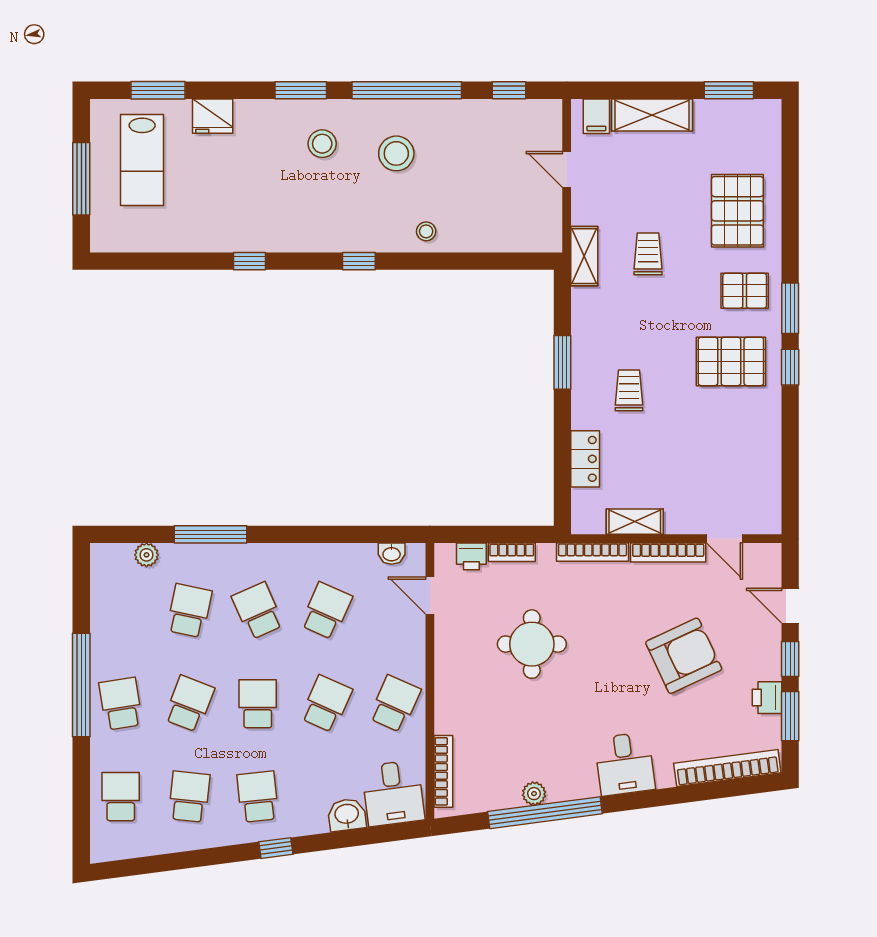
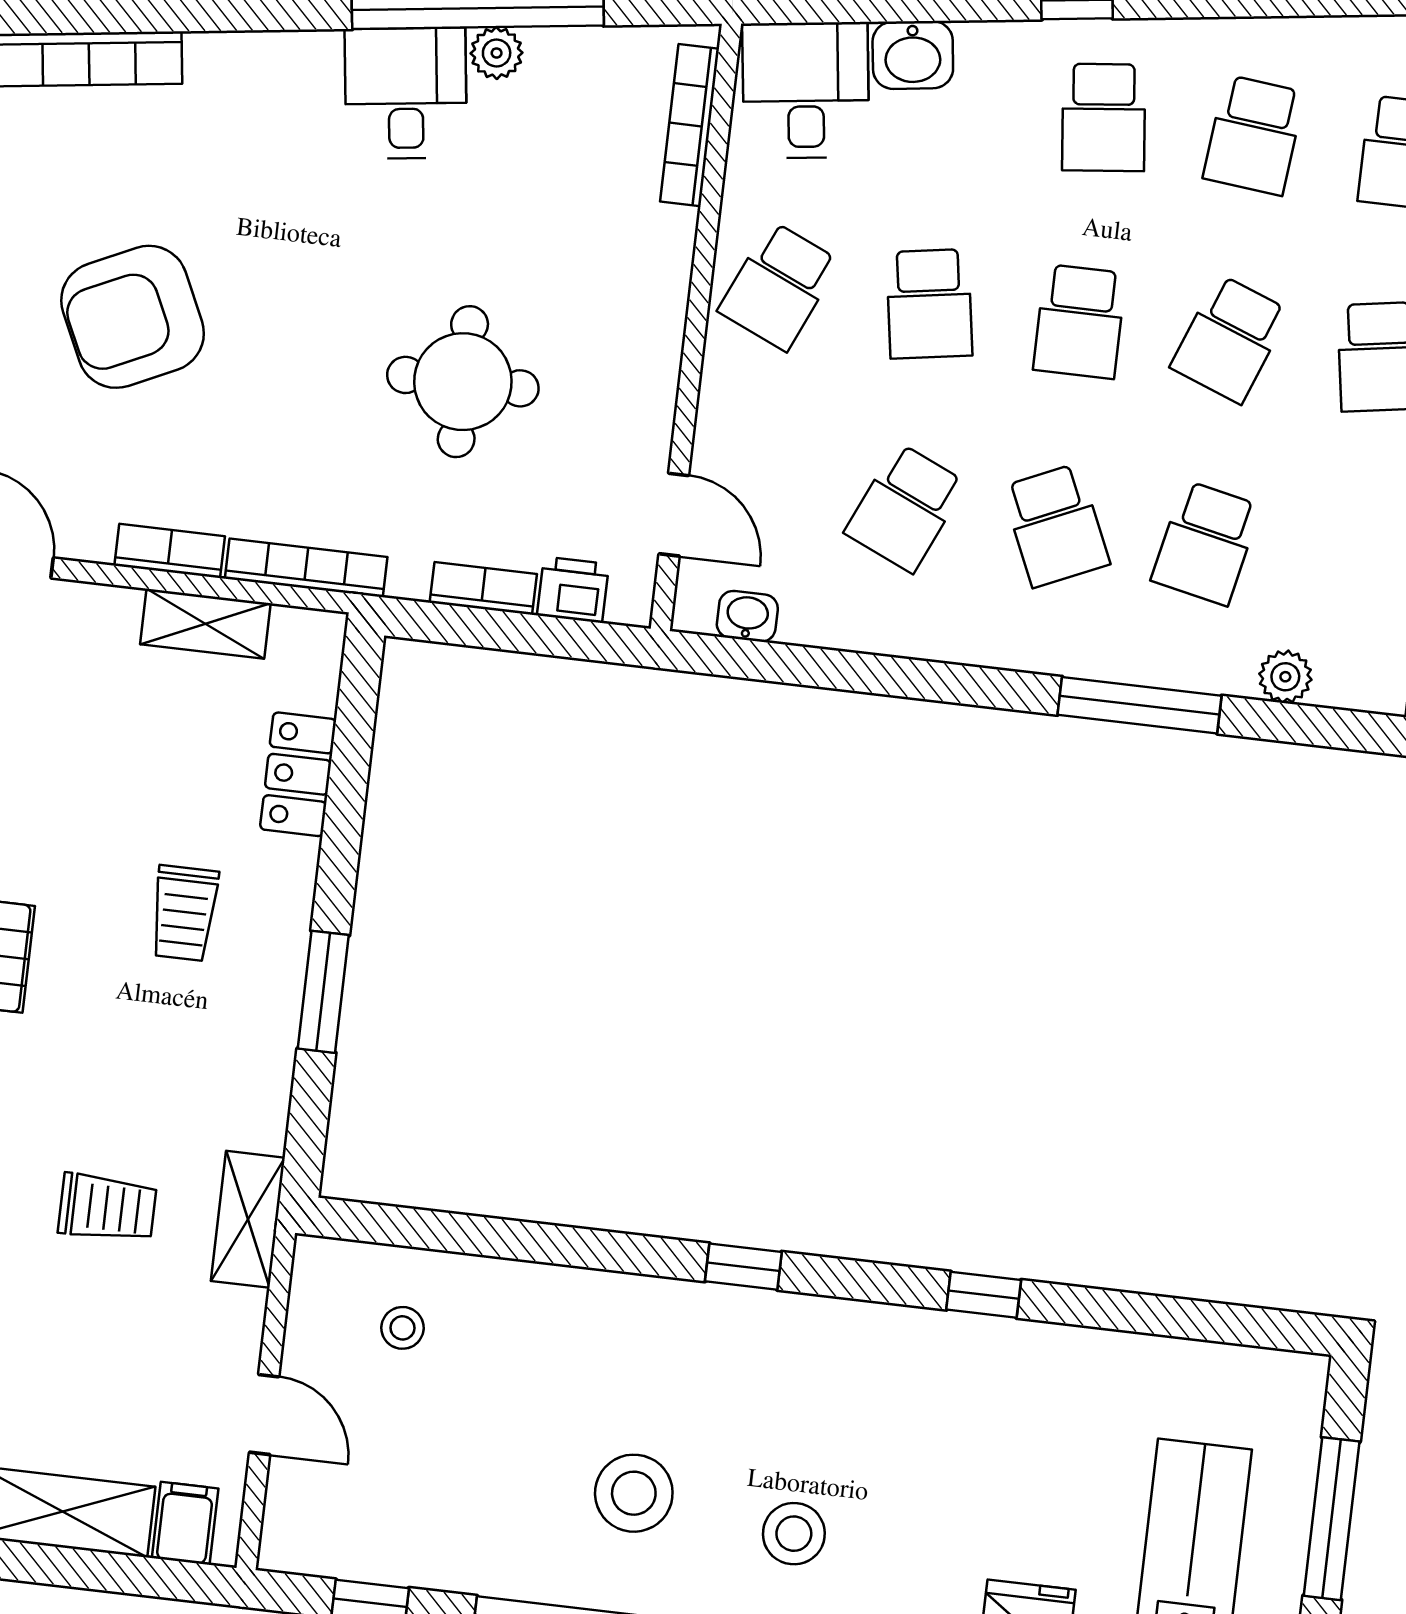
stool: (426, 231) -> (403, 1328), moved
trolley: (648, 254) -> (107, 1208), turned -90
bookcase: (668, 552) -> (170, 551), width x0.64
school desk: (326, 704) -> (929, 304), turned -33
desk: (625, 764) -> (406, 93), moved

